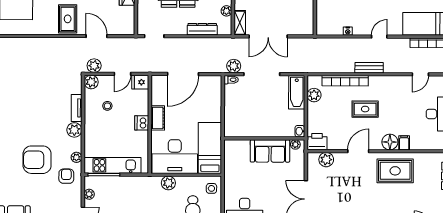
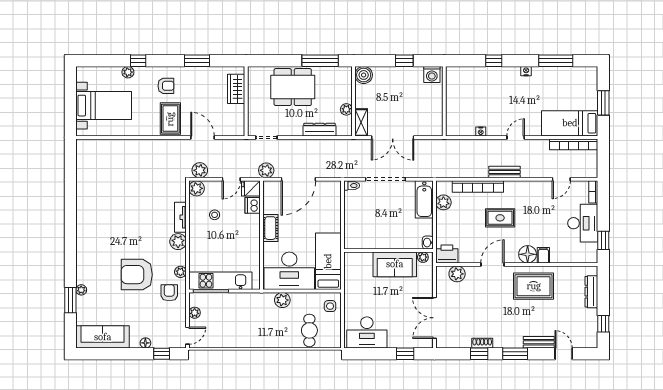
plant: (234, 66) -> (266, 170), moved
dishwasher: (142, 123) -> (253, 205), moved

